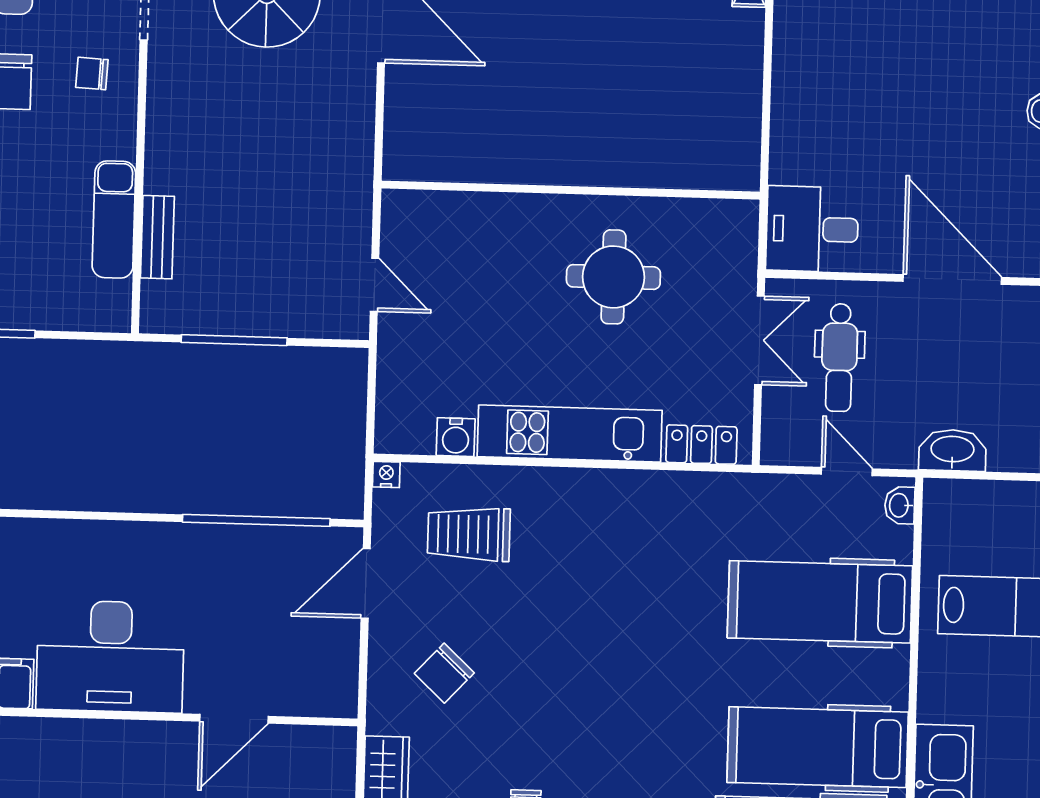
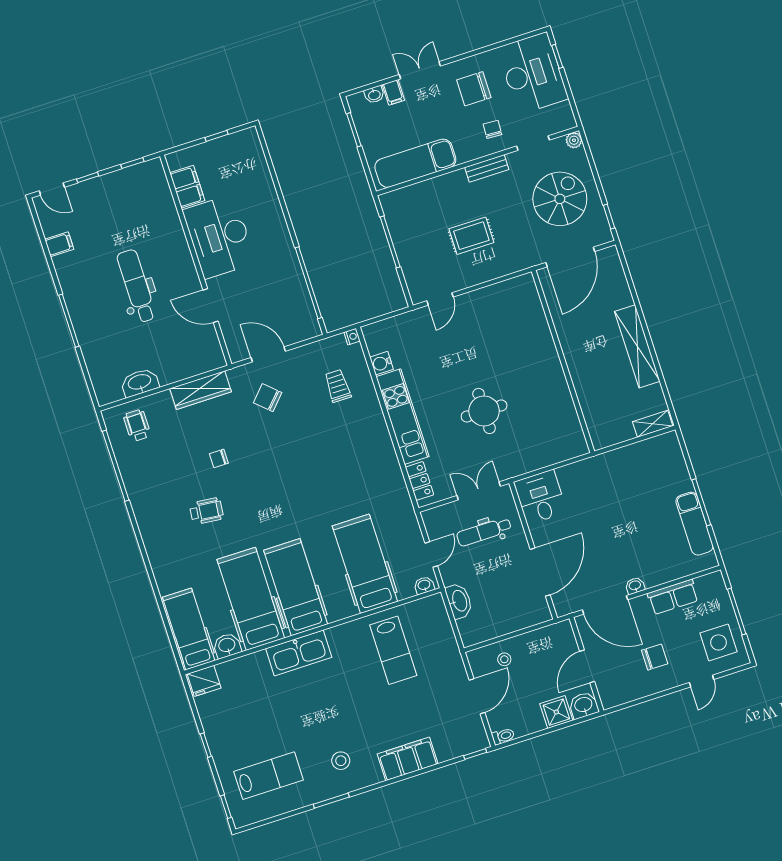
rug: (277, 184) -> (471, 236), added
wall: (571, 190) -> (563, 361), moved
exam couch: (114, 220) -> (415, 163), width x1.36, depth x1.45
bench: (157, 237) -> (487, 168), moved
double door: (759, 340) -> (479, 491), swing flipped
trolley: (469, 534) -> (338, 386), width x0.73, depth x0.72
door: (366, 583) -> (268, 354), moved

